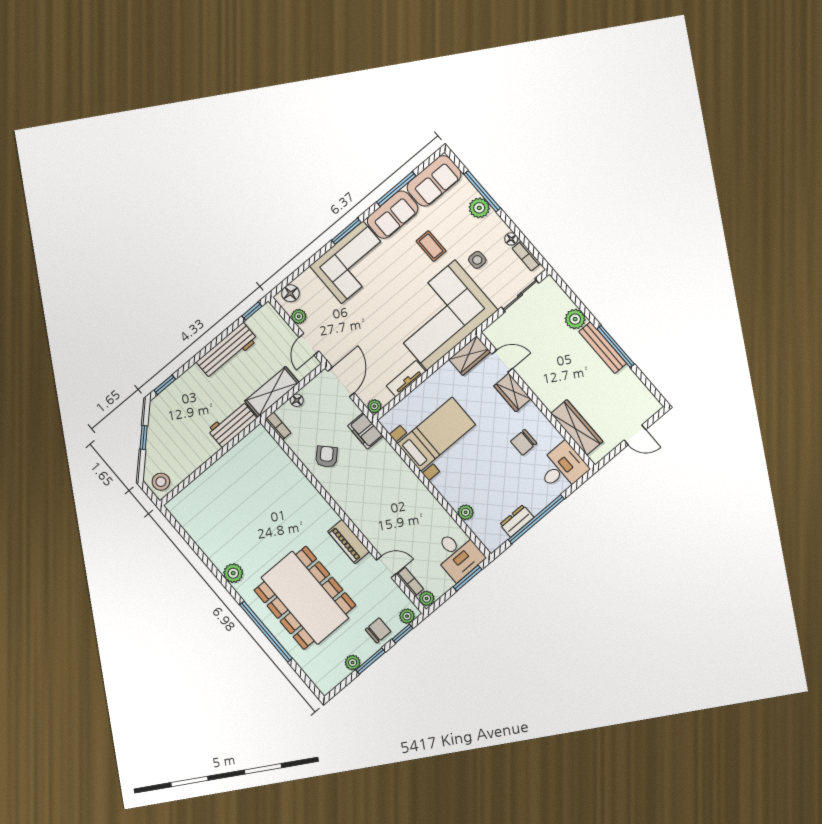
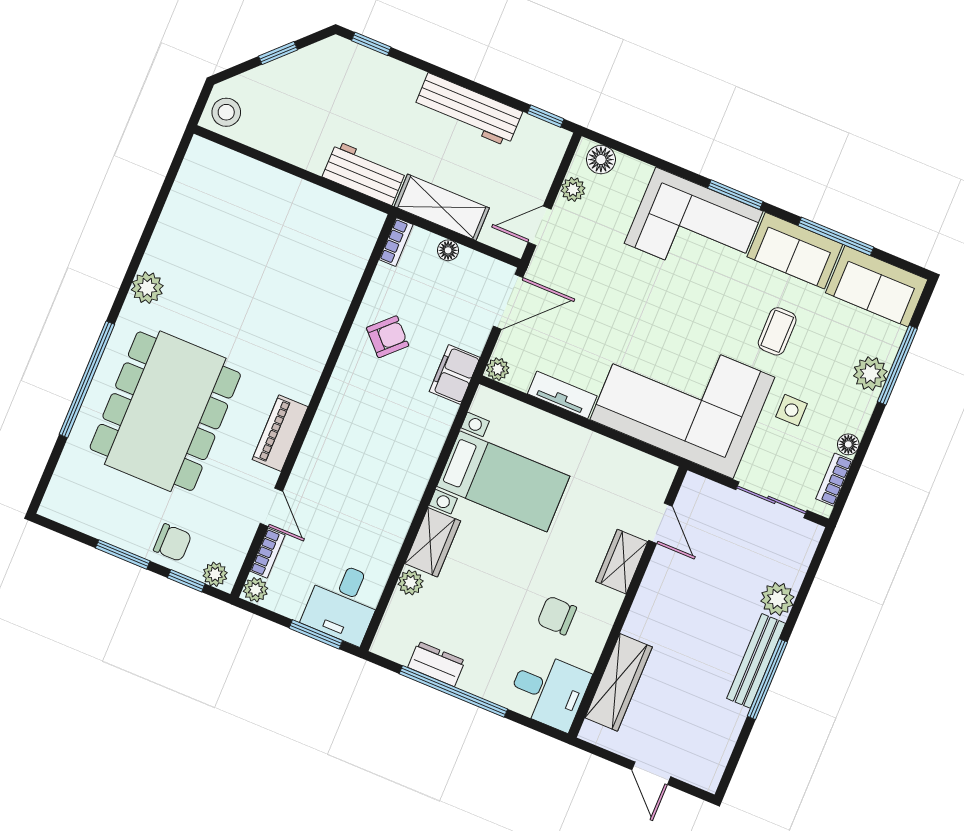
wardrobe: (470, 356) -> (433, 542), moved, turned -90
plant: (353, 663) -> (107, 529), removed

